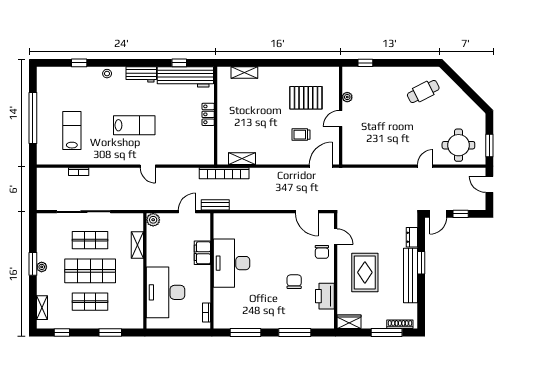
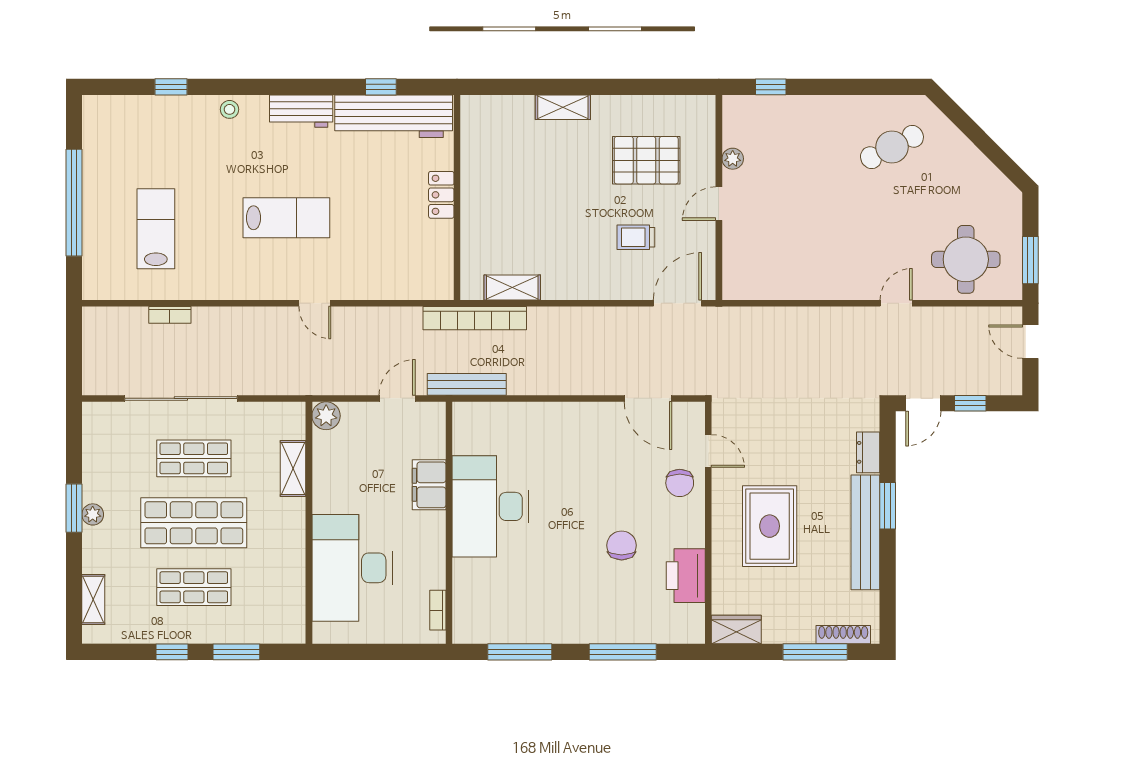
shelving: (244, 73) -> (563, 107), moved
bench: (215, 205) -> (467, 384), width x1.36
window: (62, 333) -> (172, 652), moved

